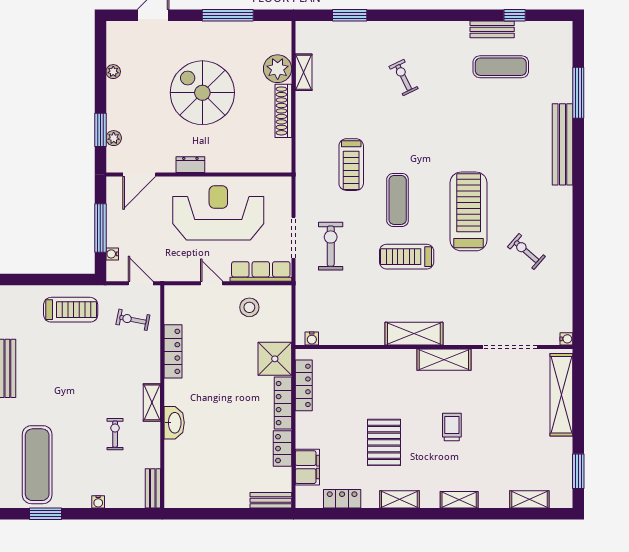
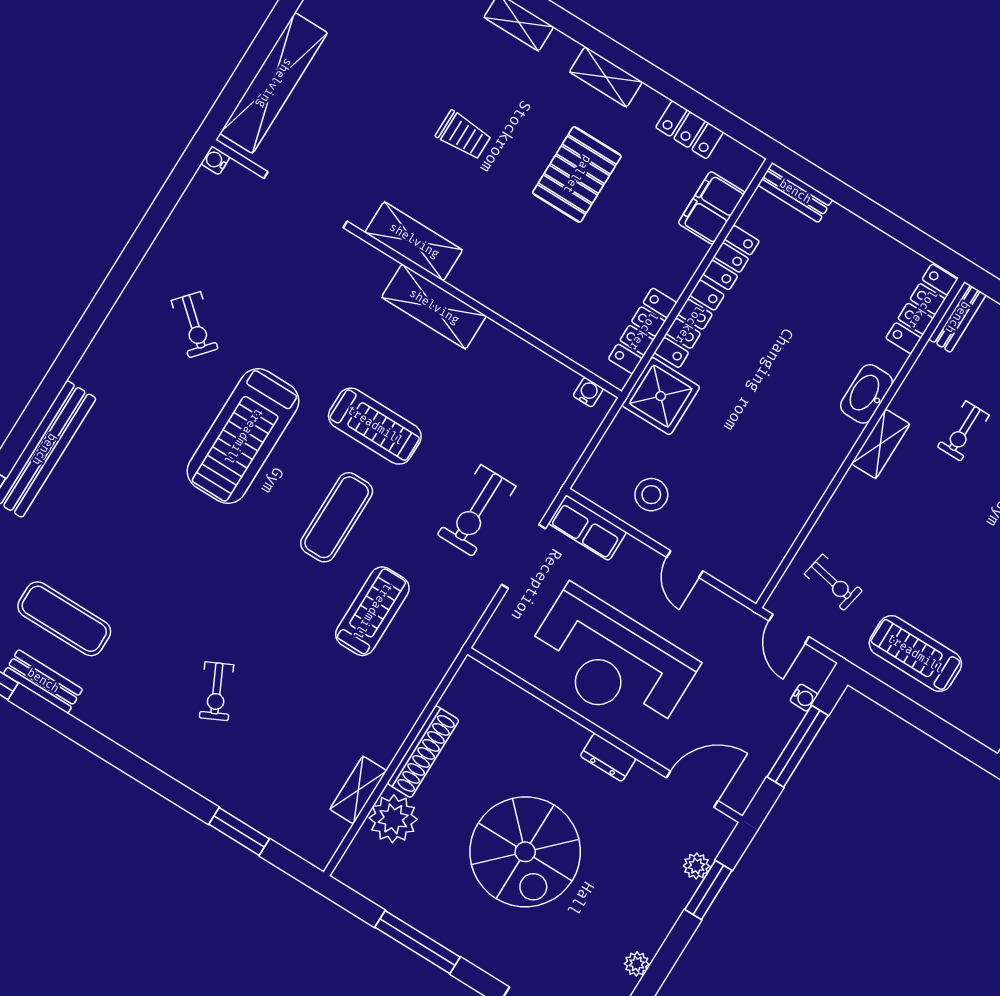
row of seats: (261, 271) -> (587, 528), width x0.68
locker: (173, 351) -> (922, 309), moved
trolley: (452, 427) -> (463, 135), turned -90

